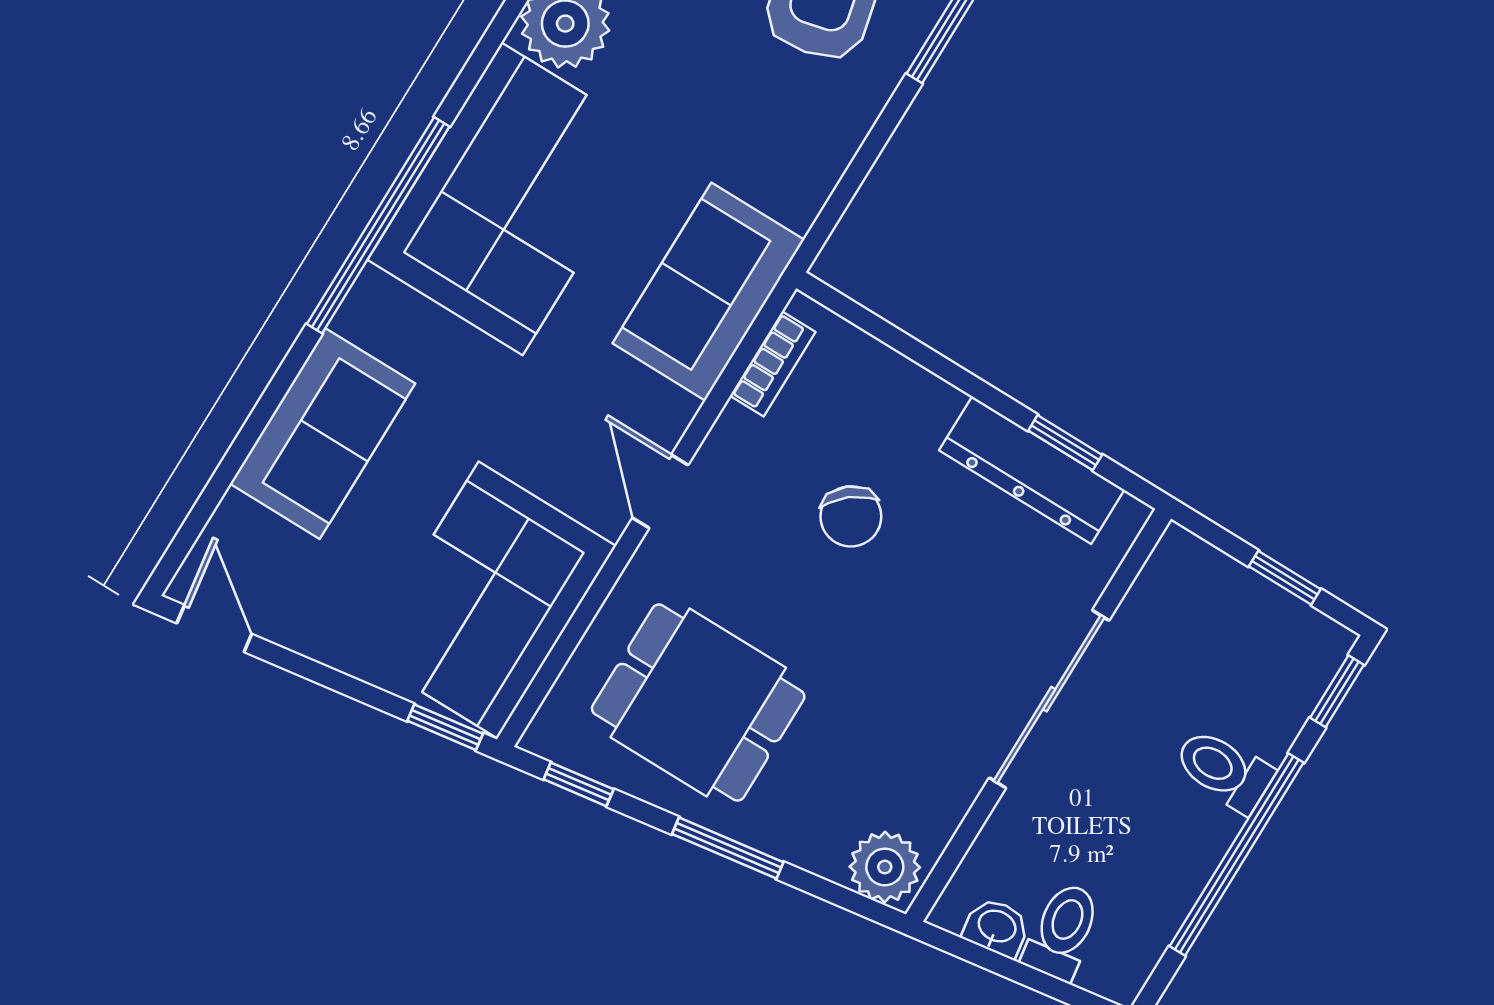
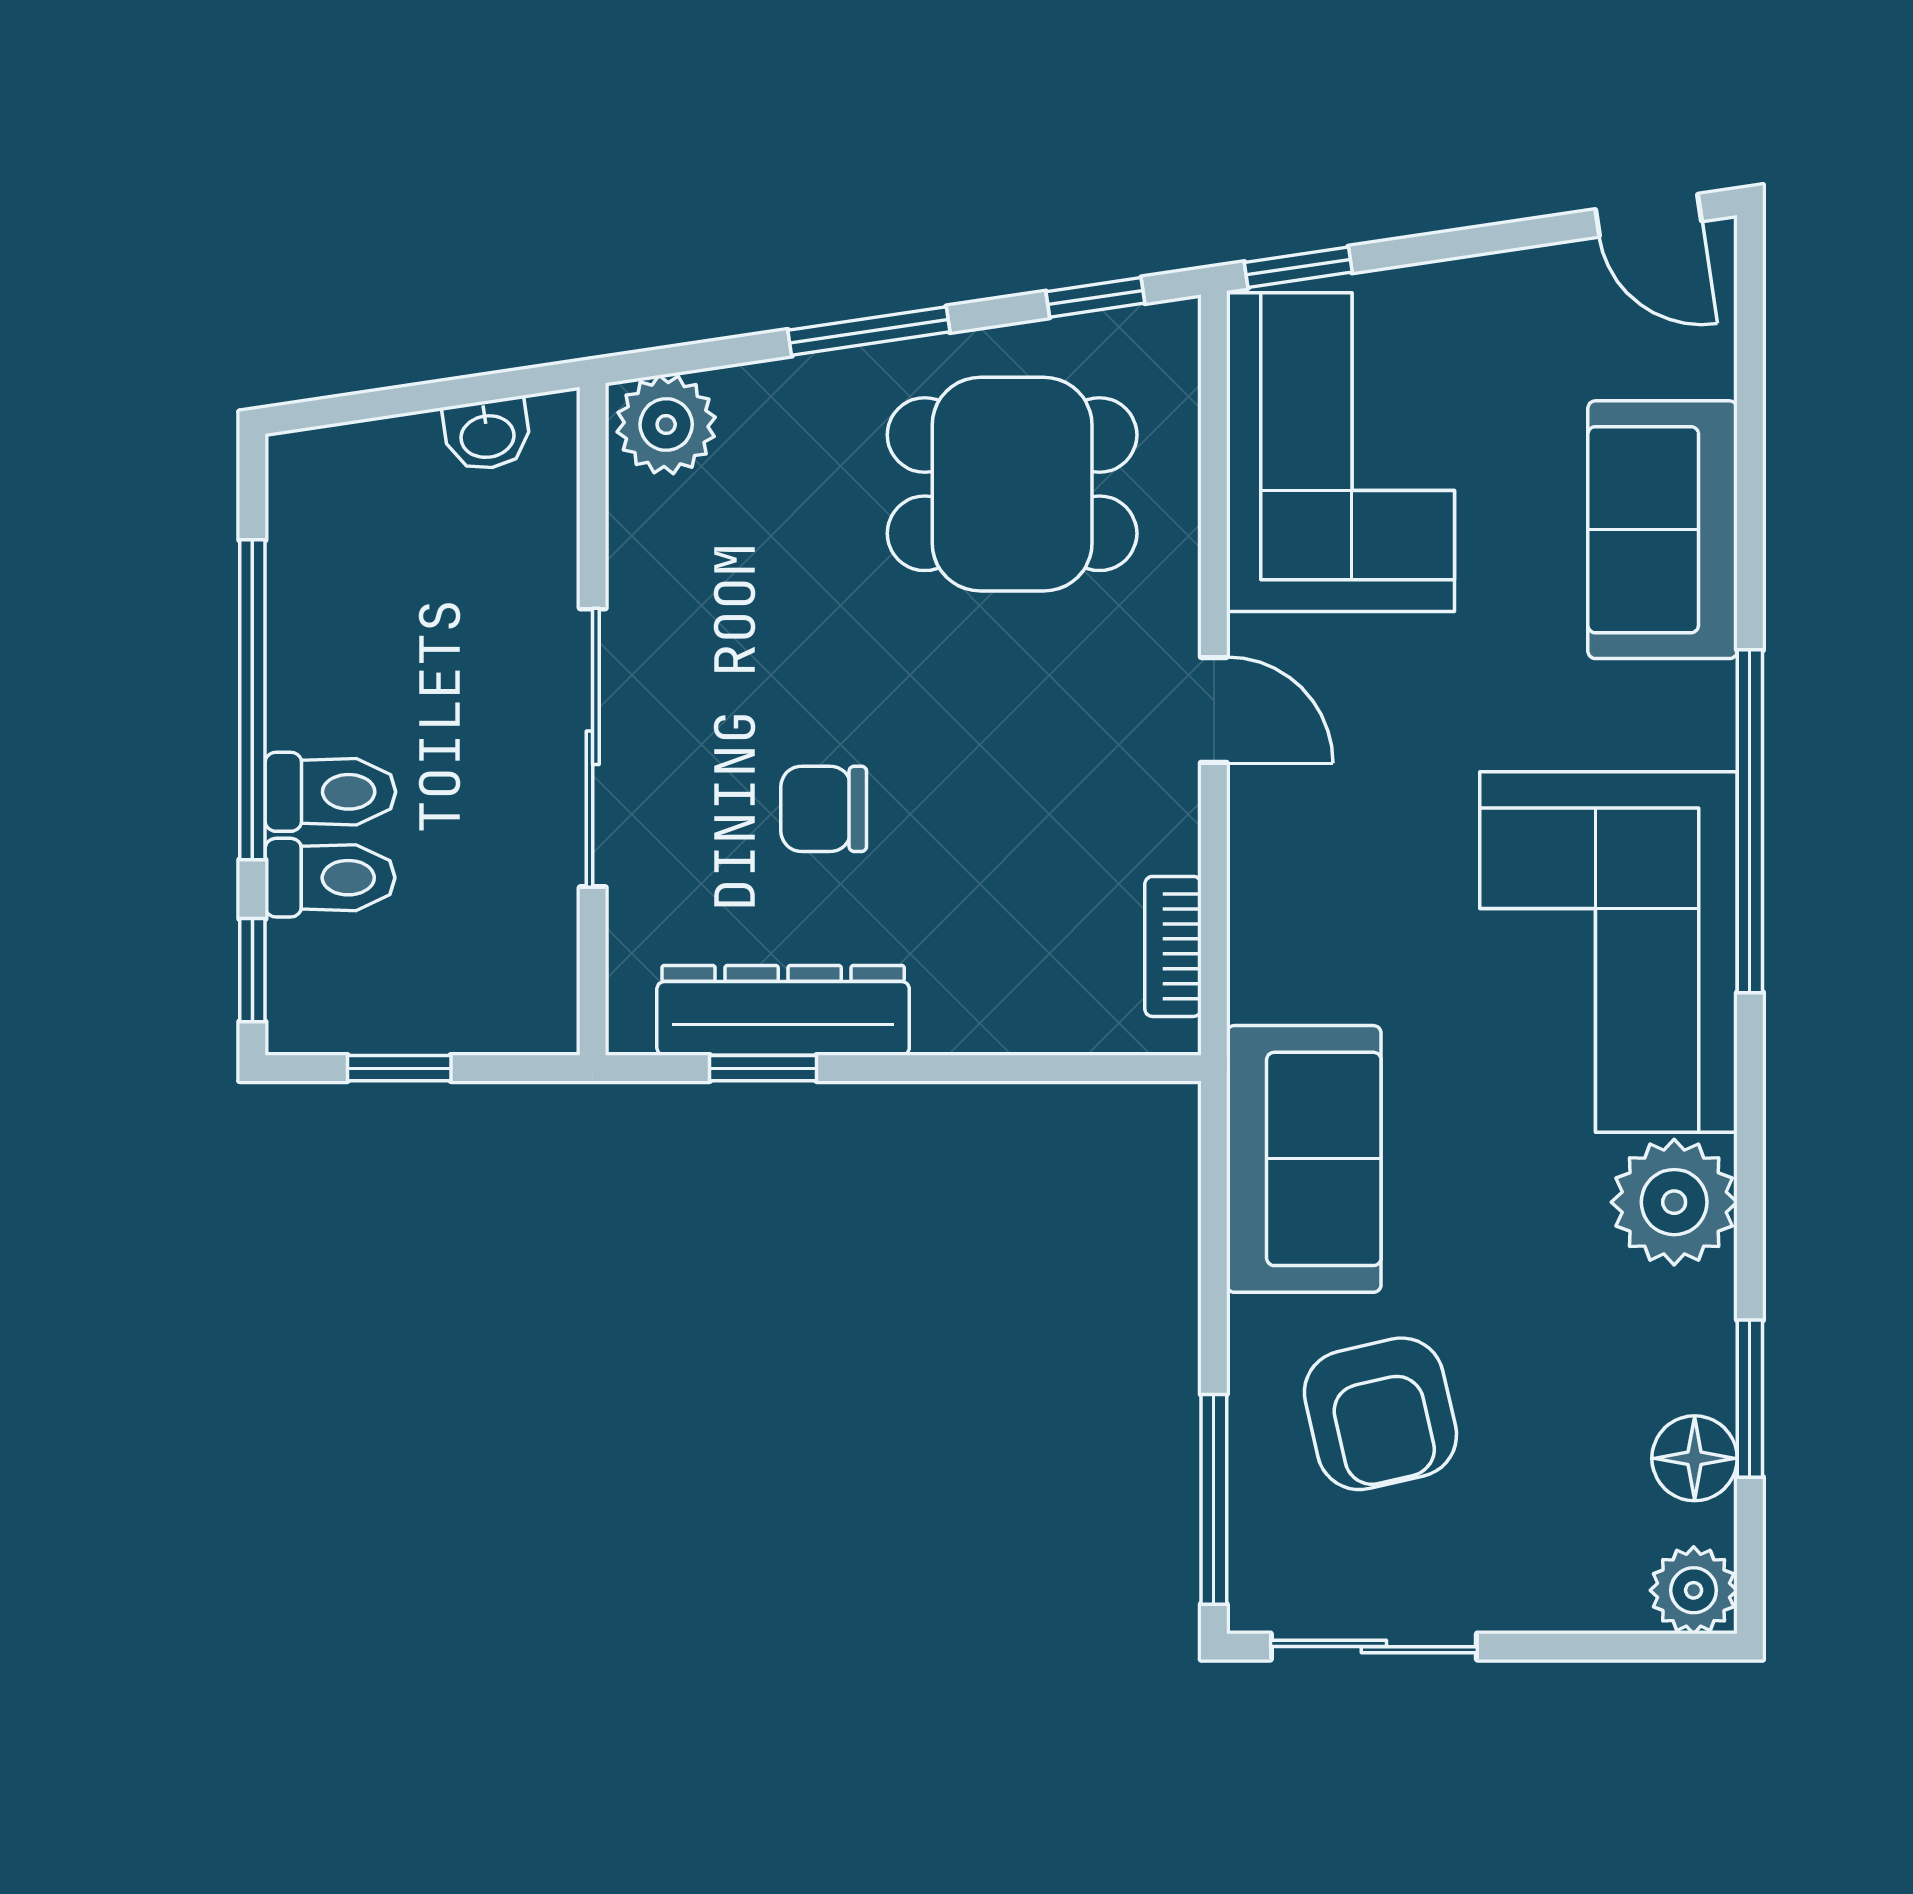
sofa: (708, 292) -> (1304, 1159), moved
chair: (851, 516) -> (824, 809), moved, turned -51
toilet: (1062, 931) -> (330, 878), moved, turned -82

